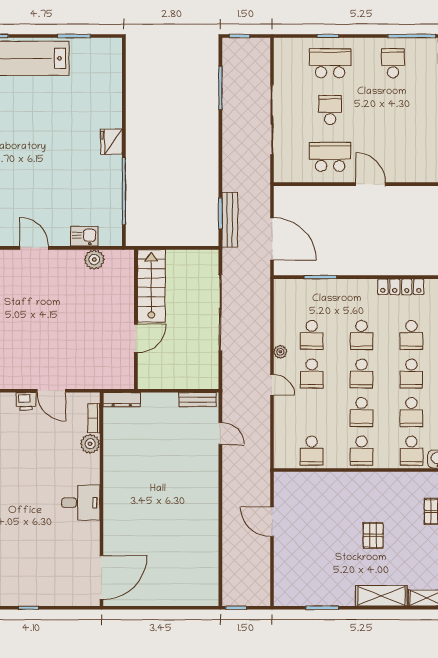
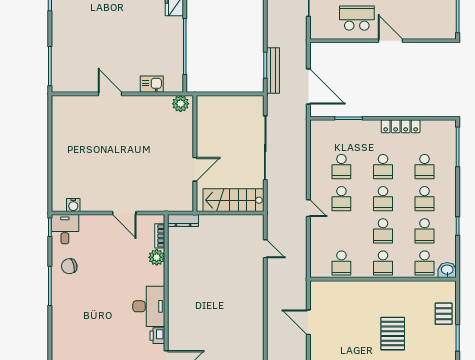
plant: (94, 260) -> (181, 104), moved
stairs: (151, 286) -> (233, 200), moved, turned -90
locker: (401, 287) -> (401, 126), moved
plant: (280, 352) -> (315, 181), removed
bench: (198, 400) -> (246, 220), removed
printer: (26, 401) -> (157, 336), moved, turned 90
desk: (81, 503) -> (149, 306), width x1.37
pallet: (373, 535) -> (393, 334), width x1.50, depth x1.42

